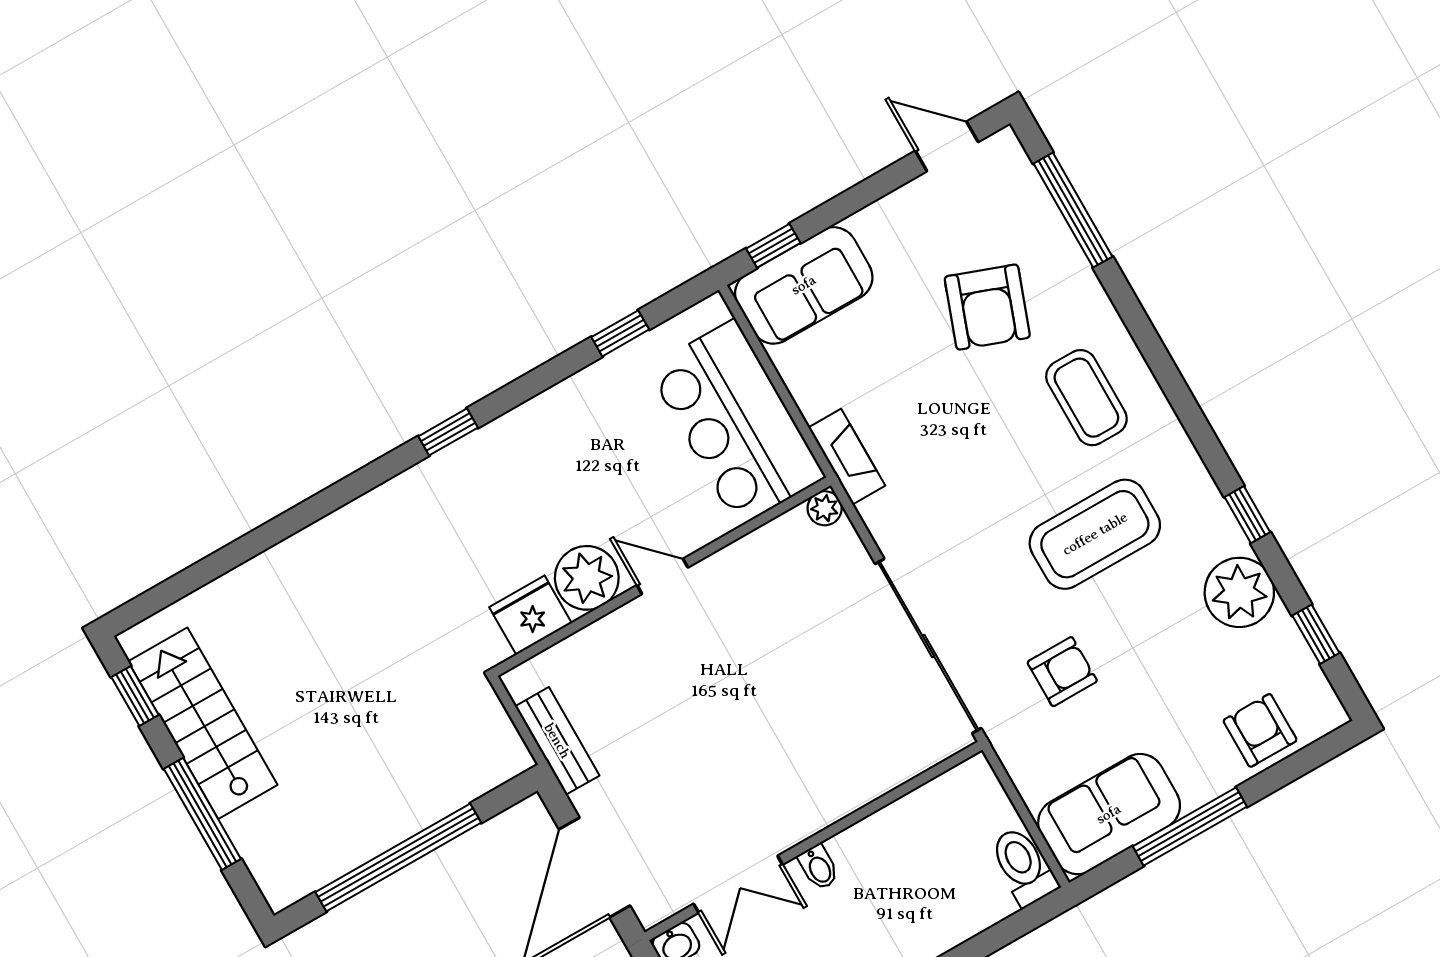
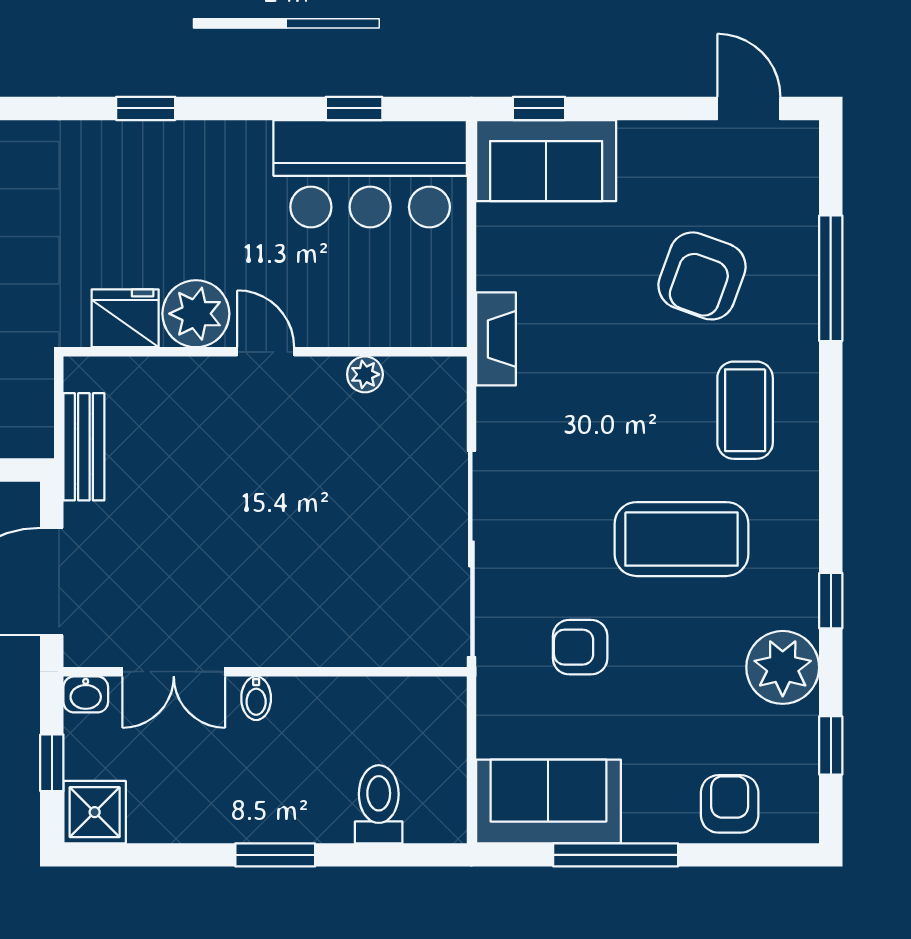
window: (1073, 210) -> (831, 278), moved
bar counter: (736, 423) -> (370, 174), moved, turned -90
plant: (825, 508) -> (365, 374), moved
armchair: (1062, 672) -> (580, 647), turned 180
toilet: (1023, 866) -> (379, 804), moved

